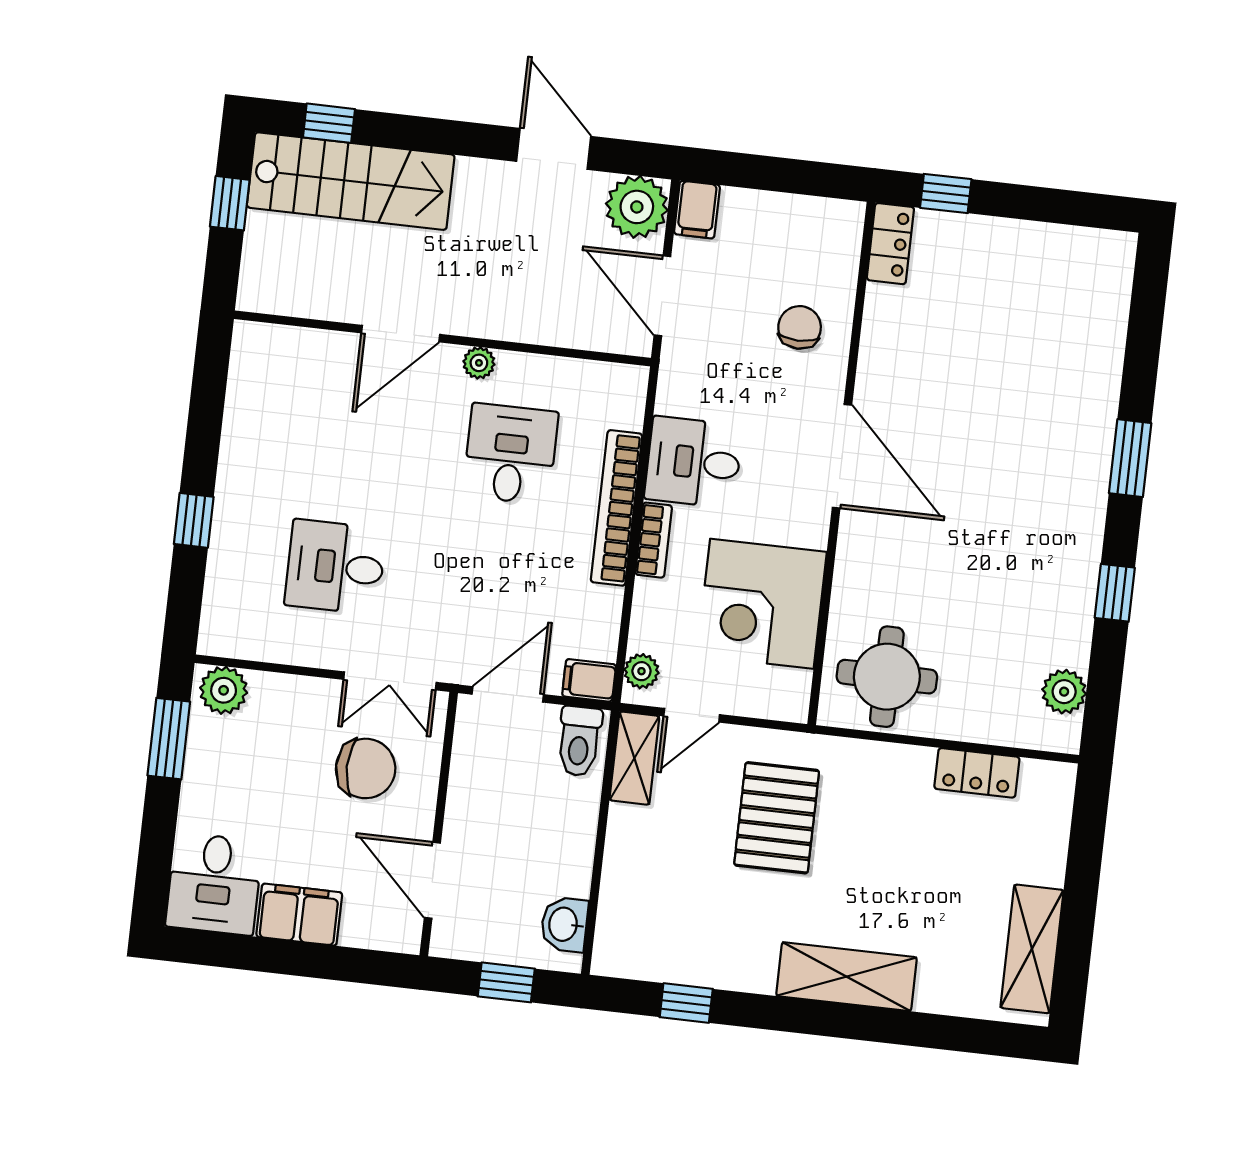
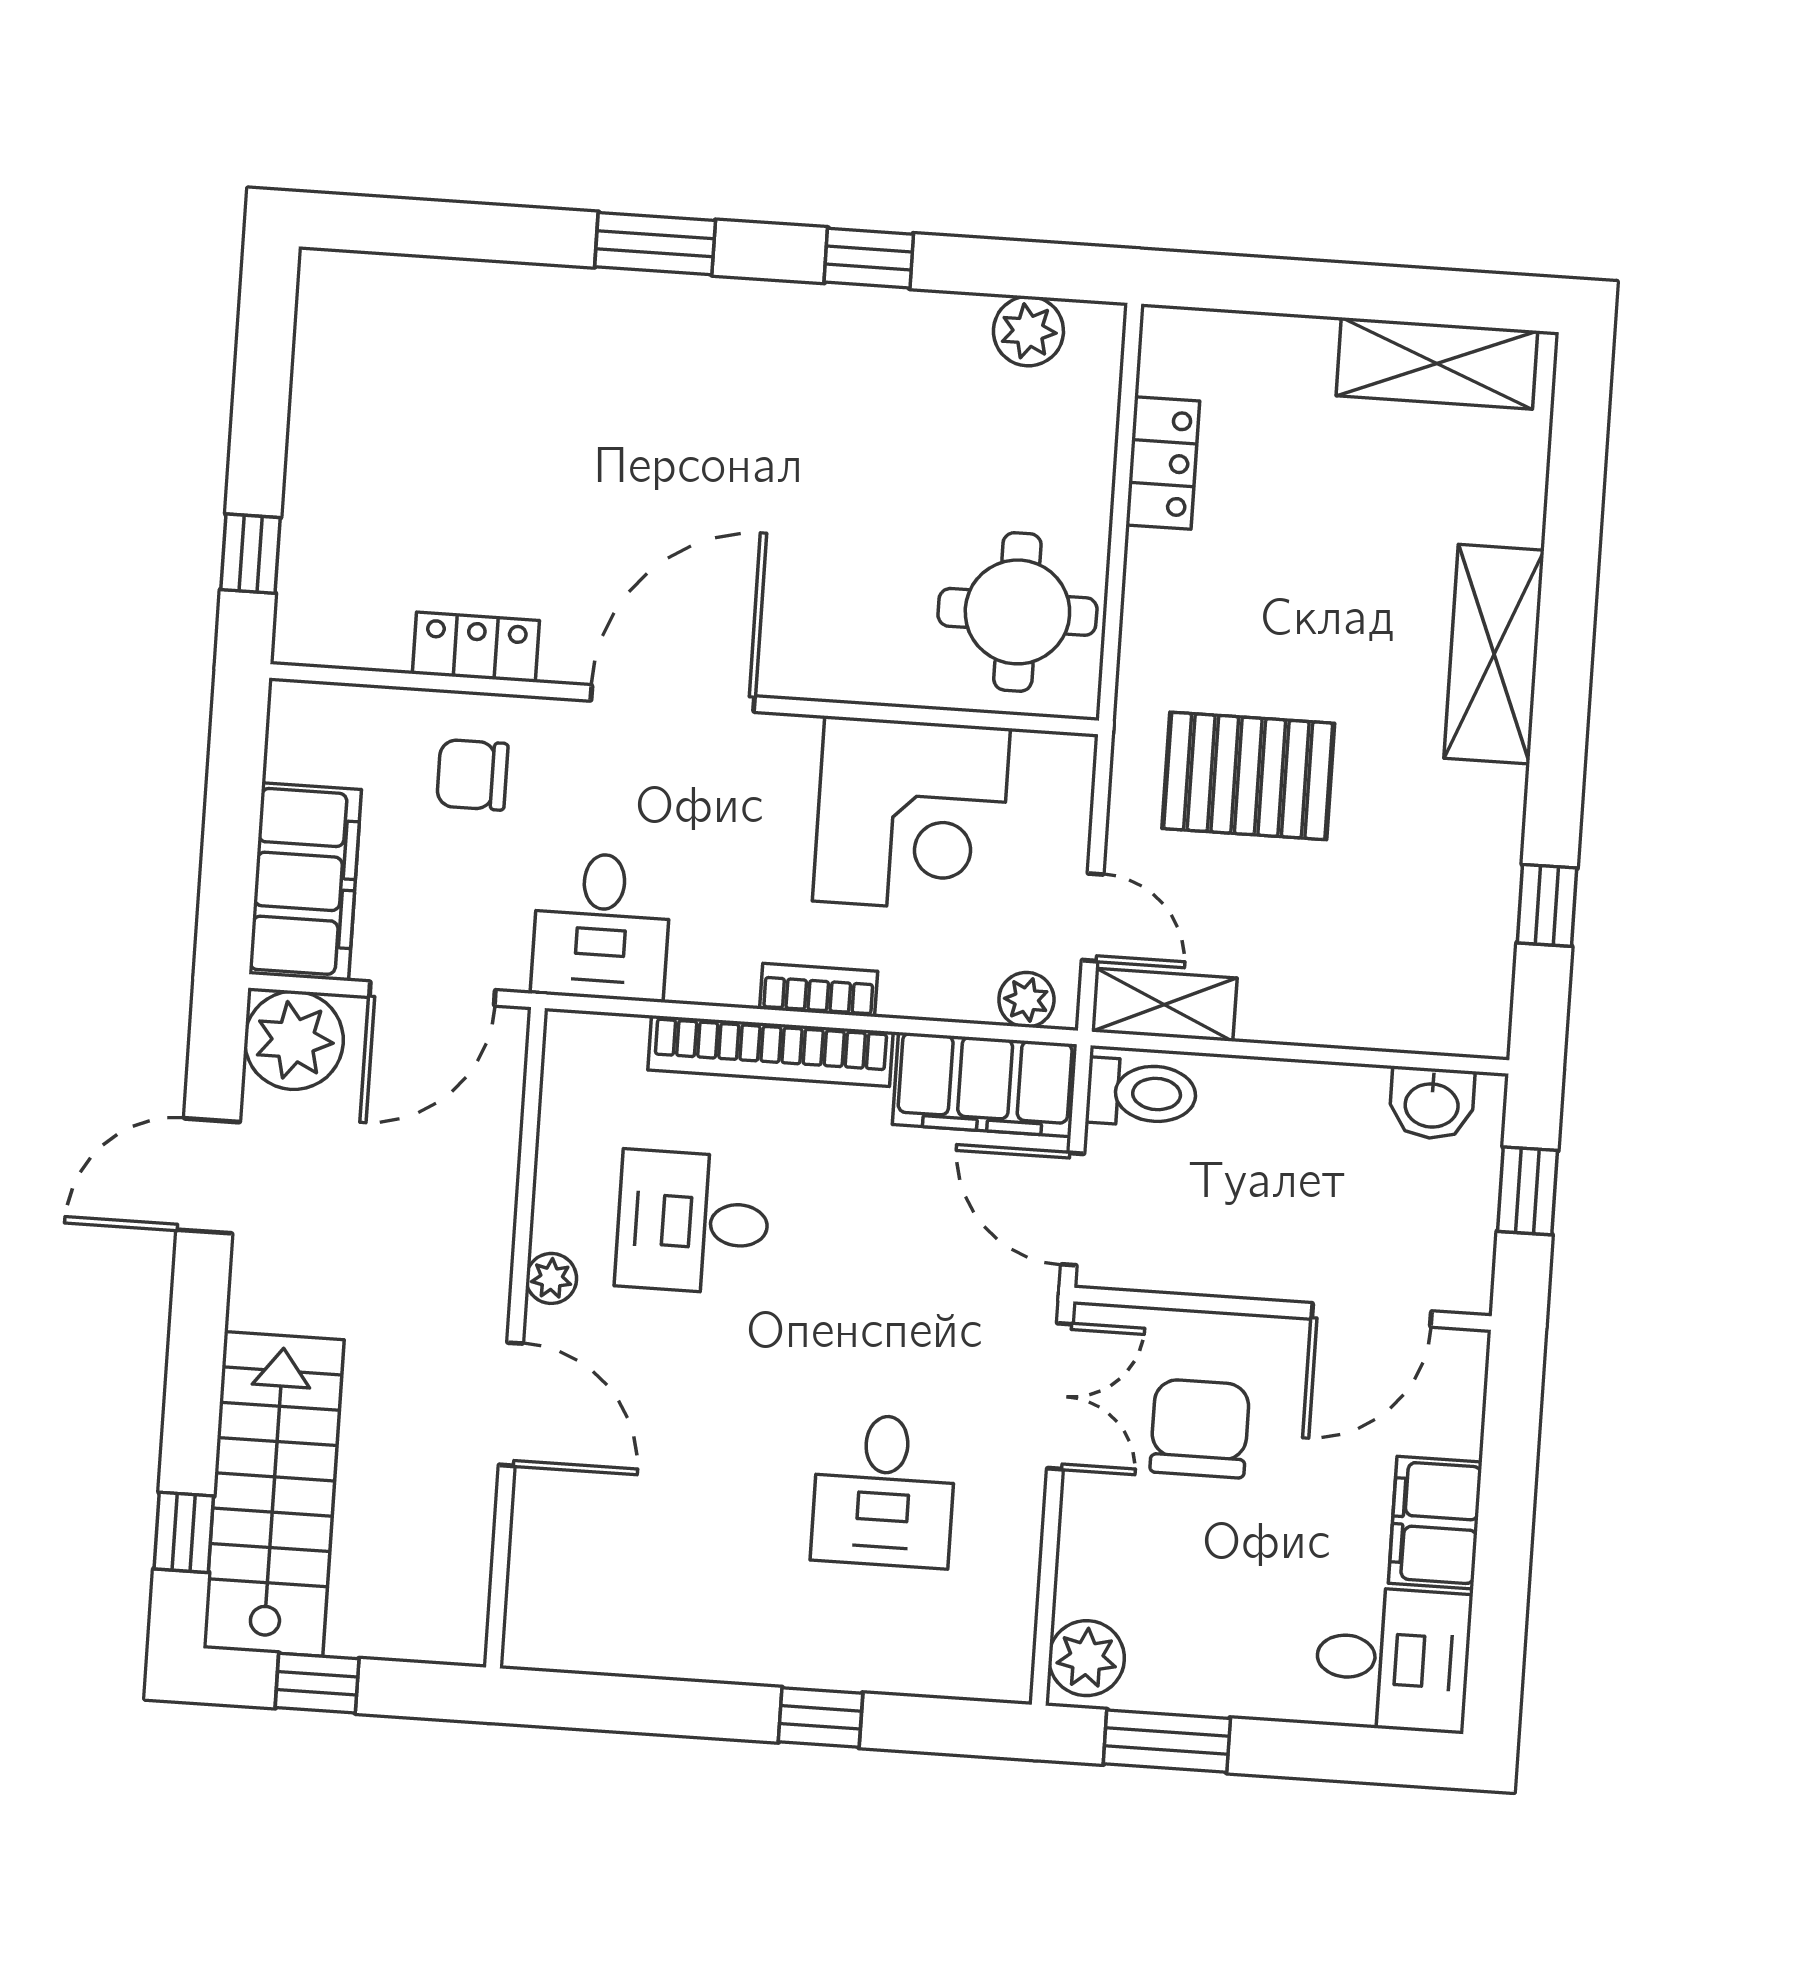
filing cabinet: (697, 210) -> (305, 882), width x3.00, depth x1.17
locker: (890, 244) -> (476, 647), moved
desk: (693, 462) -> (601, 926), moved
filing cabinet: (589, 680) -> (985, 1084), width x3.00, depth x1.17

